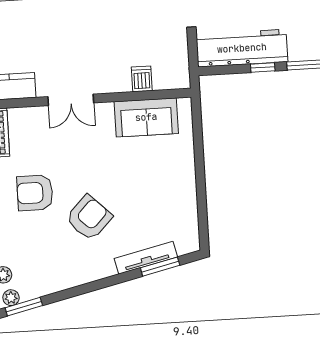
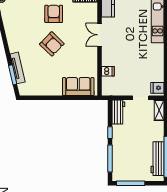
workbench: (242, 48) -> (118, 112), width x0.53, depth x0.76
sofa: (146, 117) -> (78, 87), moved, turned 90
armchair: (89, 218) -> (52, 44), moved

